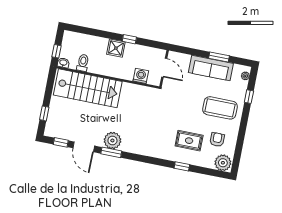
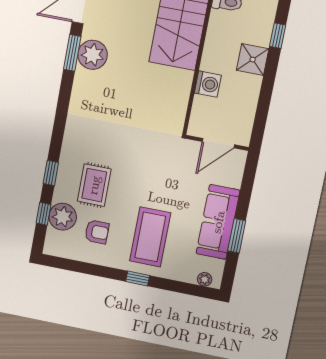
window: (129, 39) -> (278, 36), moved
washing machine: (141, 76) -> (208, 84), moved
window: (249, 97) -> (138, 278), moved
plant: (223, 163) -> (63, 217), moved
window: (206, 171) -> (44, 214), added

